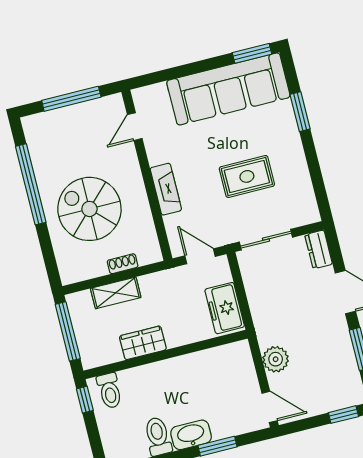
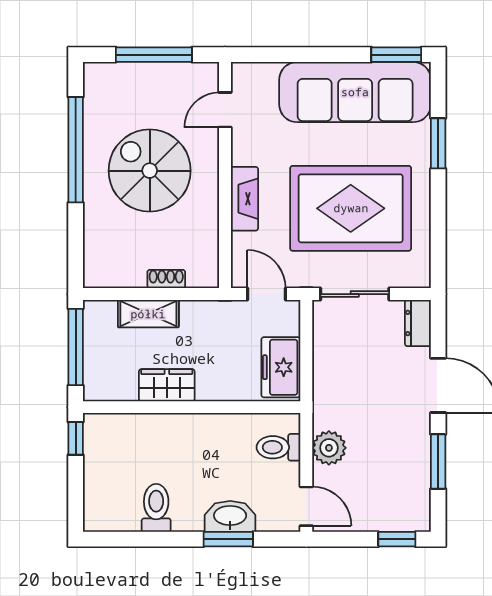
rug: (247, 176) -> (351, 208), width x1.86, depth x2.06
spiral stairs: (89, 209) -> (150, 171), moved
toilet: (109, 391) -> (278, 447), moved, turned 90
washbasin: (191, 435) -> (230, 516), moved

